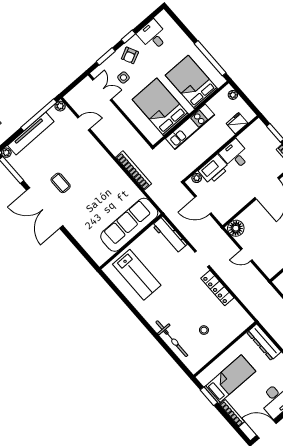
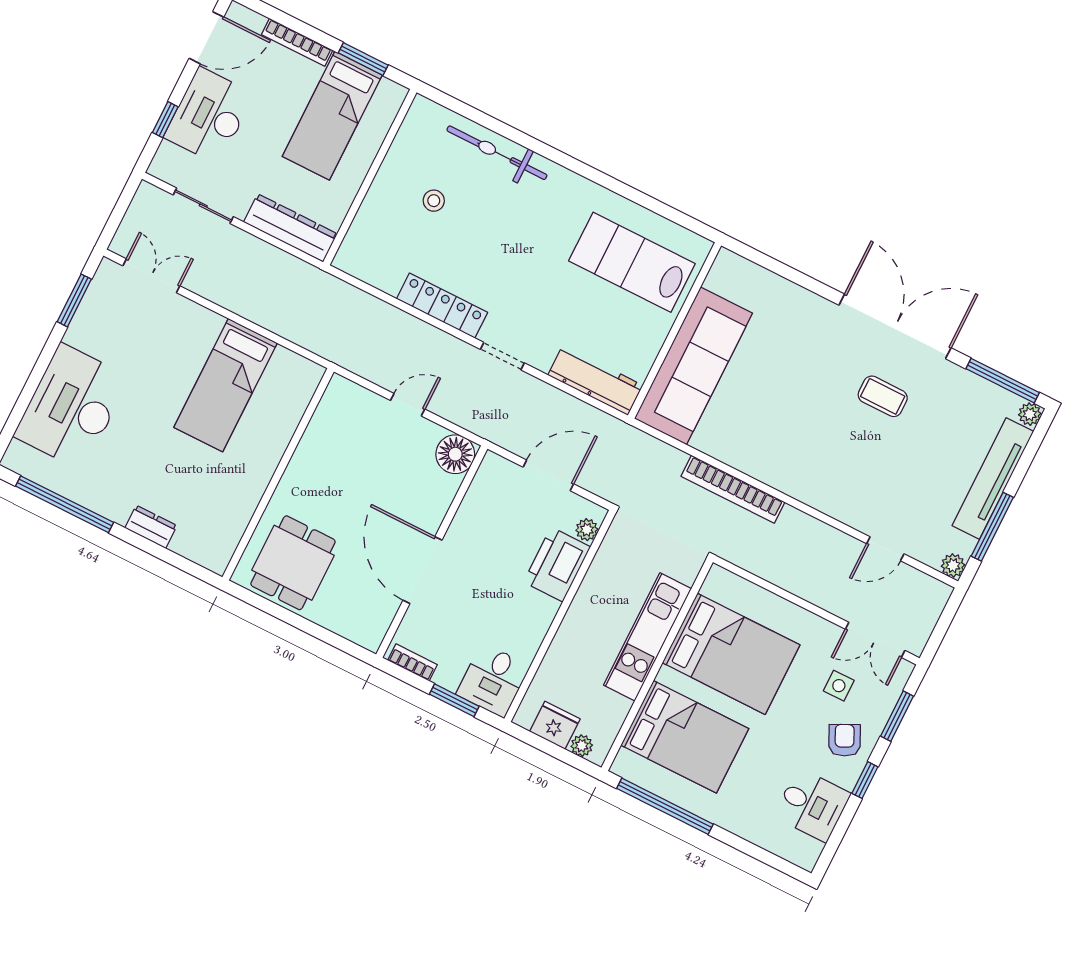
window: (39, 115) -> (992, 527), width x0.68
fridge: (237, 123) -> (555, 725), moved, turned -90
desk: (235, 155) -> (493, 680), moved, turned 90

